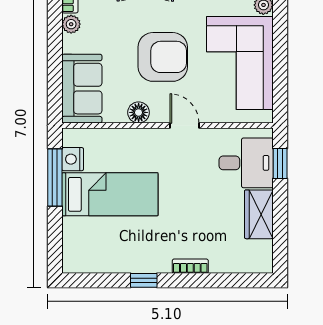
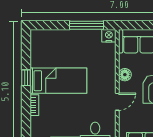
nightstand: (73, 159) -> (109, 36), moved
bed: (110, 194) -> (58, 81), moved, turned -90

